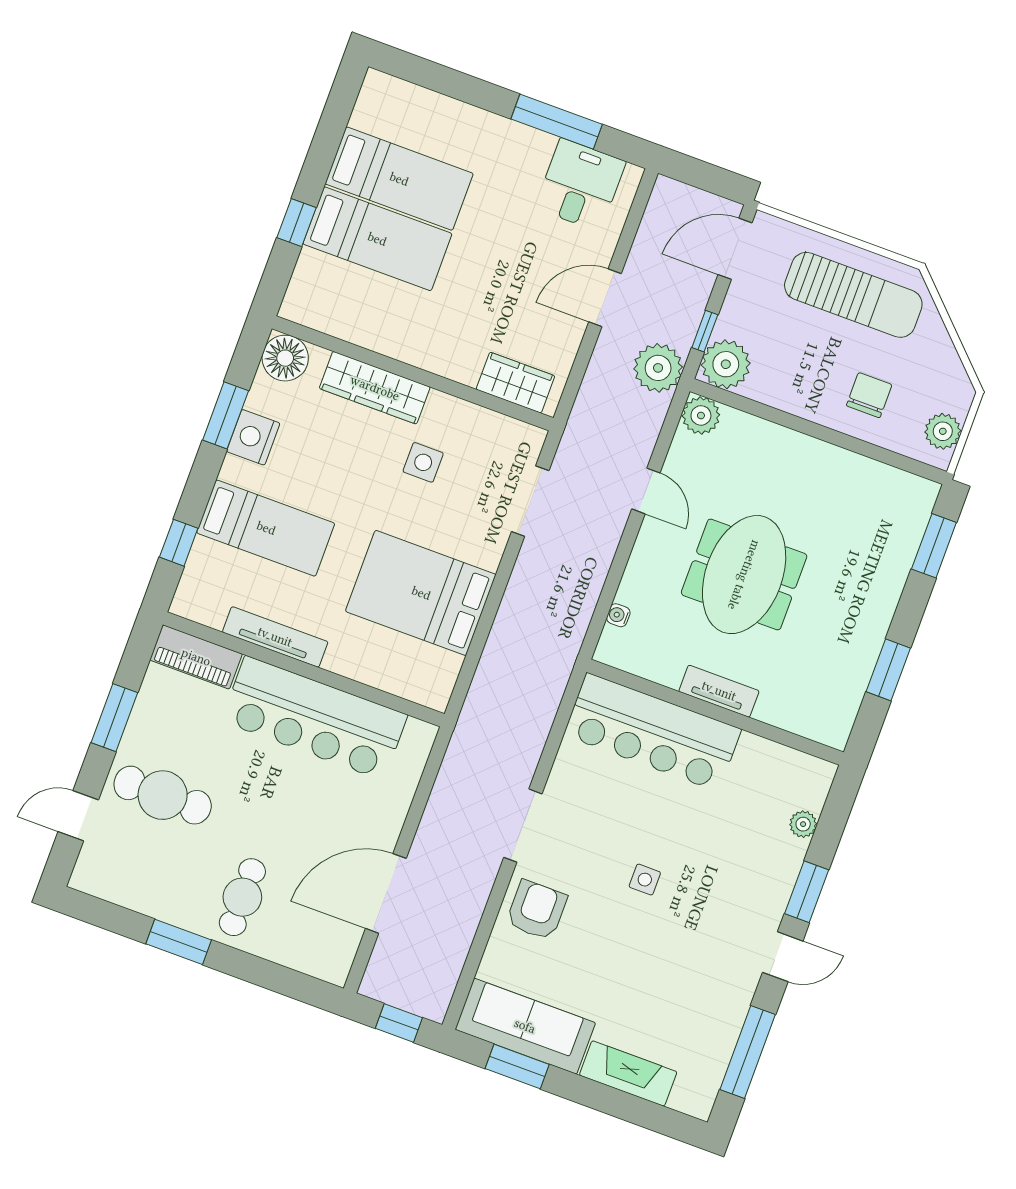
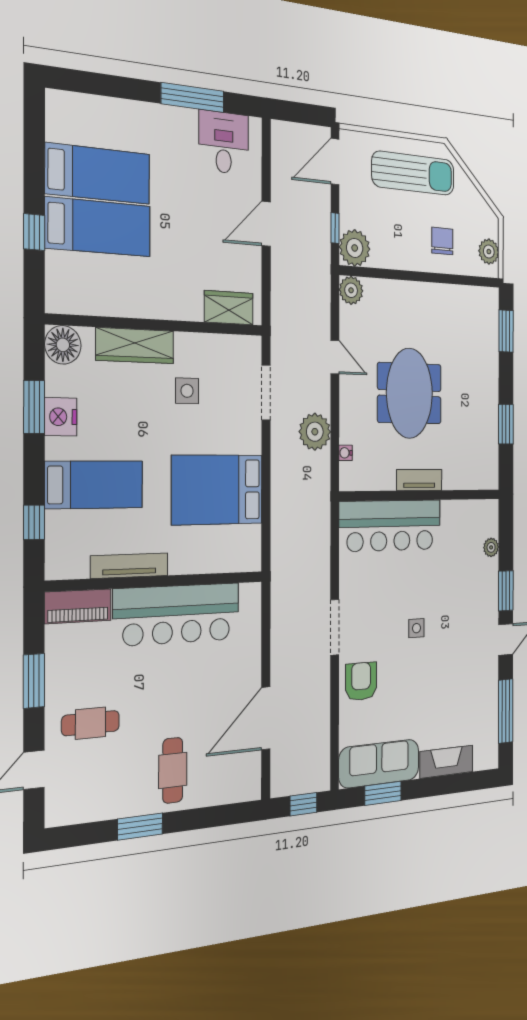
plant: (658, 368) -> (315, 432), moved
cafe table: (163, 795) -> (90, 723), width x0.73, depth x0.74

